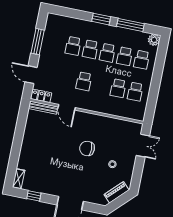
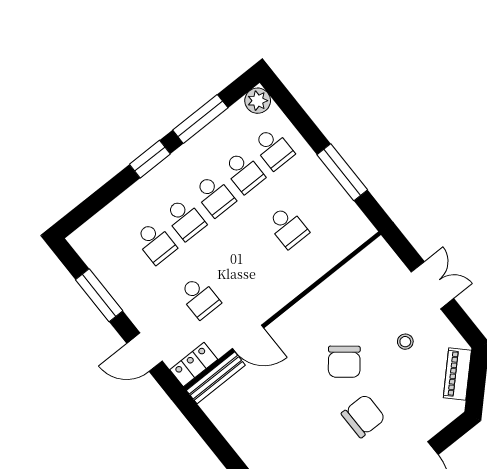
school desk: (84, 81) -> (199, 298), moved
window: (154, 91) -> (342, 172), added
school desk: (135, 92) -> (317, 204), removed
double door: (143, 146) -> (432, 285), moved
chair: (87, 148) -> (344, 362), turned -50
chair: (74, 171) -> (363, 416), added

